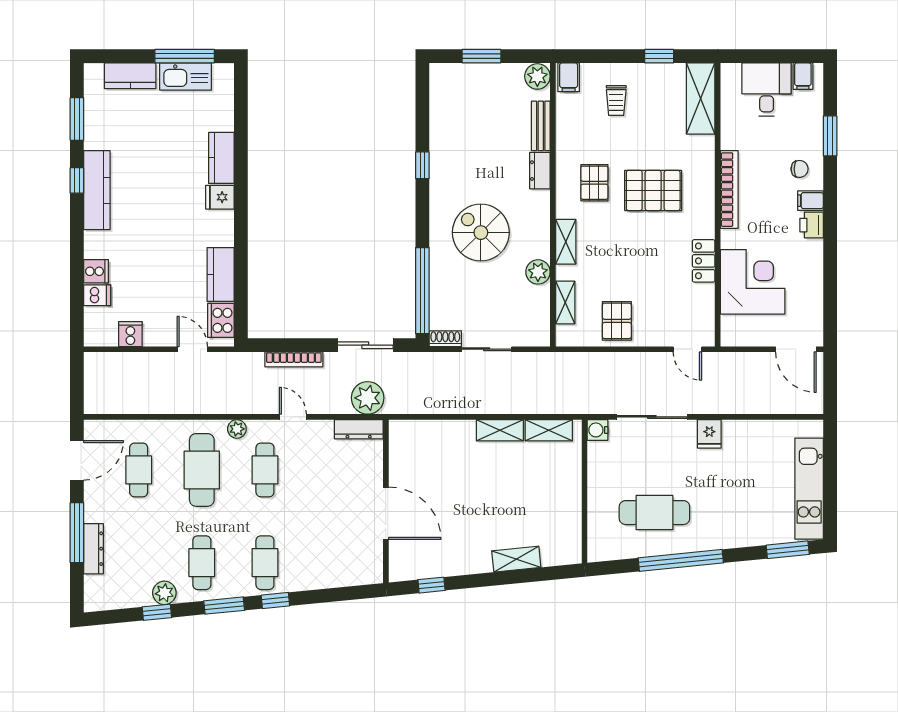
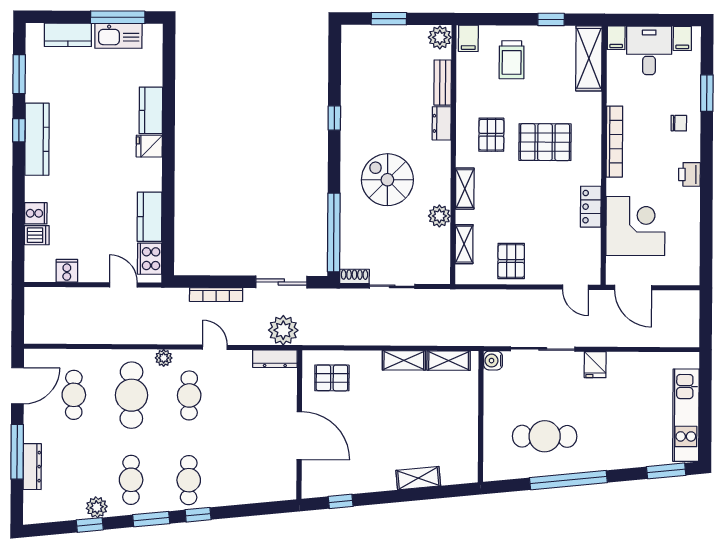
trolley: (616, 100) -> (512, 60), width x1.36, depth x1.39
filing cabinet: (810, 201) -> (616, 38), moved, turned -90
door: (796, 349) -> (633, 288), moved
pallet: (421, 450) -> (332, 378), added

